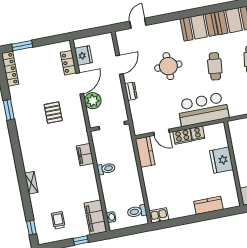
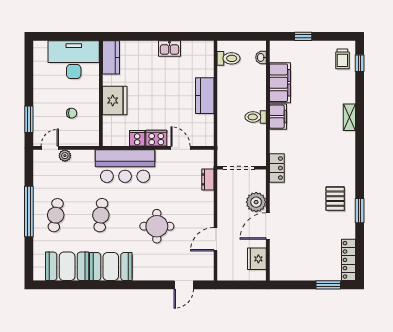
locker: (68, 63) -> (277, 168), moved
dresser: (131, 91) -> (208, 179), moved
pallet: (53, 113) -> (335, 199), moved
kitchen counter: (145, 152) -> (205, 96), moved
filing cabinet: (85, 155) -> (278, 117), moved
kitchen counter: (208, 205) -> (111, 57), moved, turned -90
kitchen sink: (159, 215) -> (169, 48), moved
filing cabinet: (95, 217) -> (280, 83), moved
trolley: (58, 220) -> (342, 59), moved

